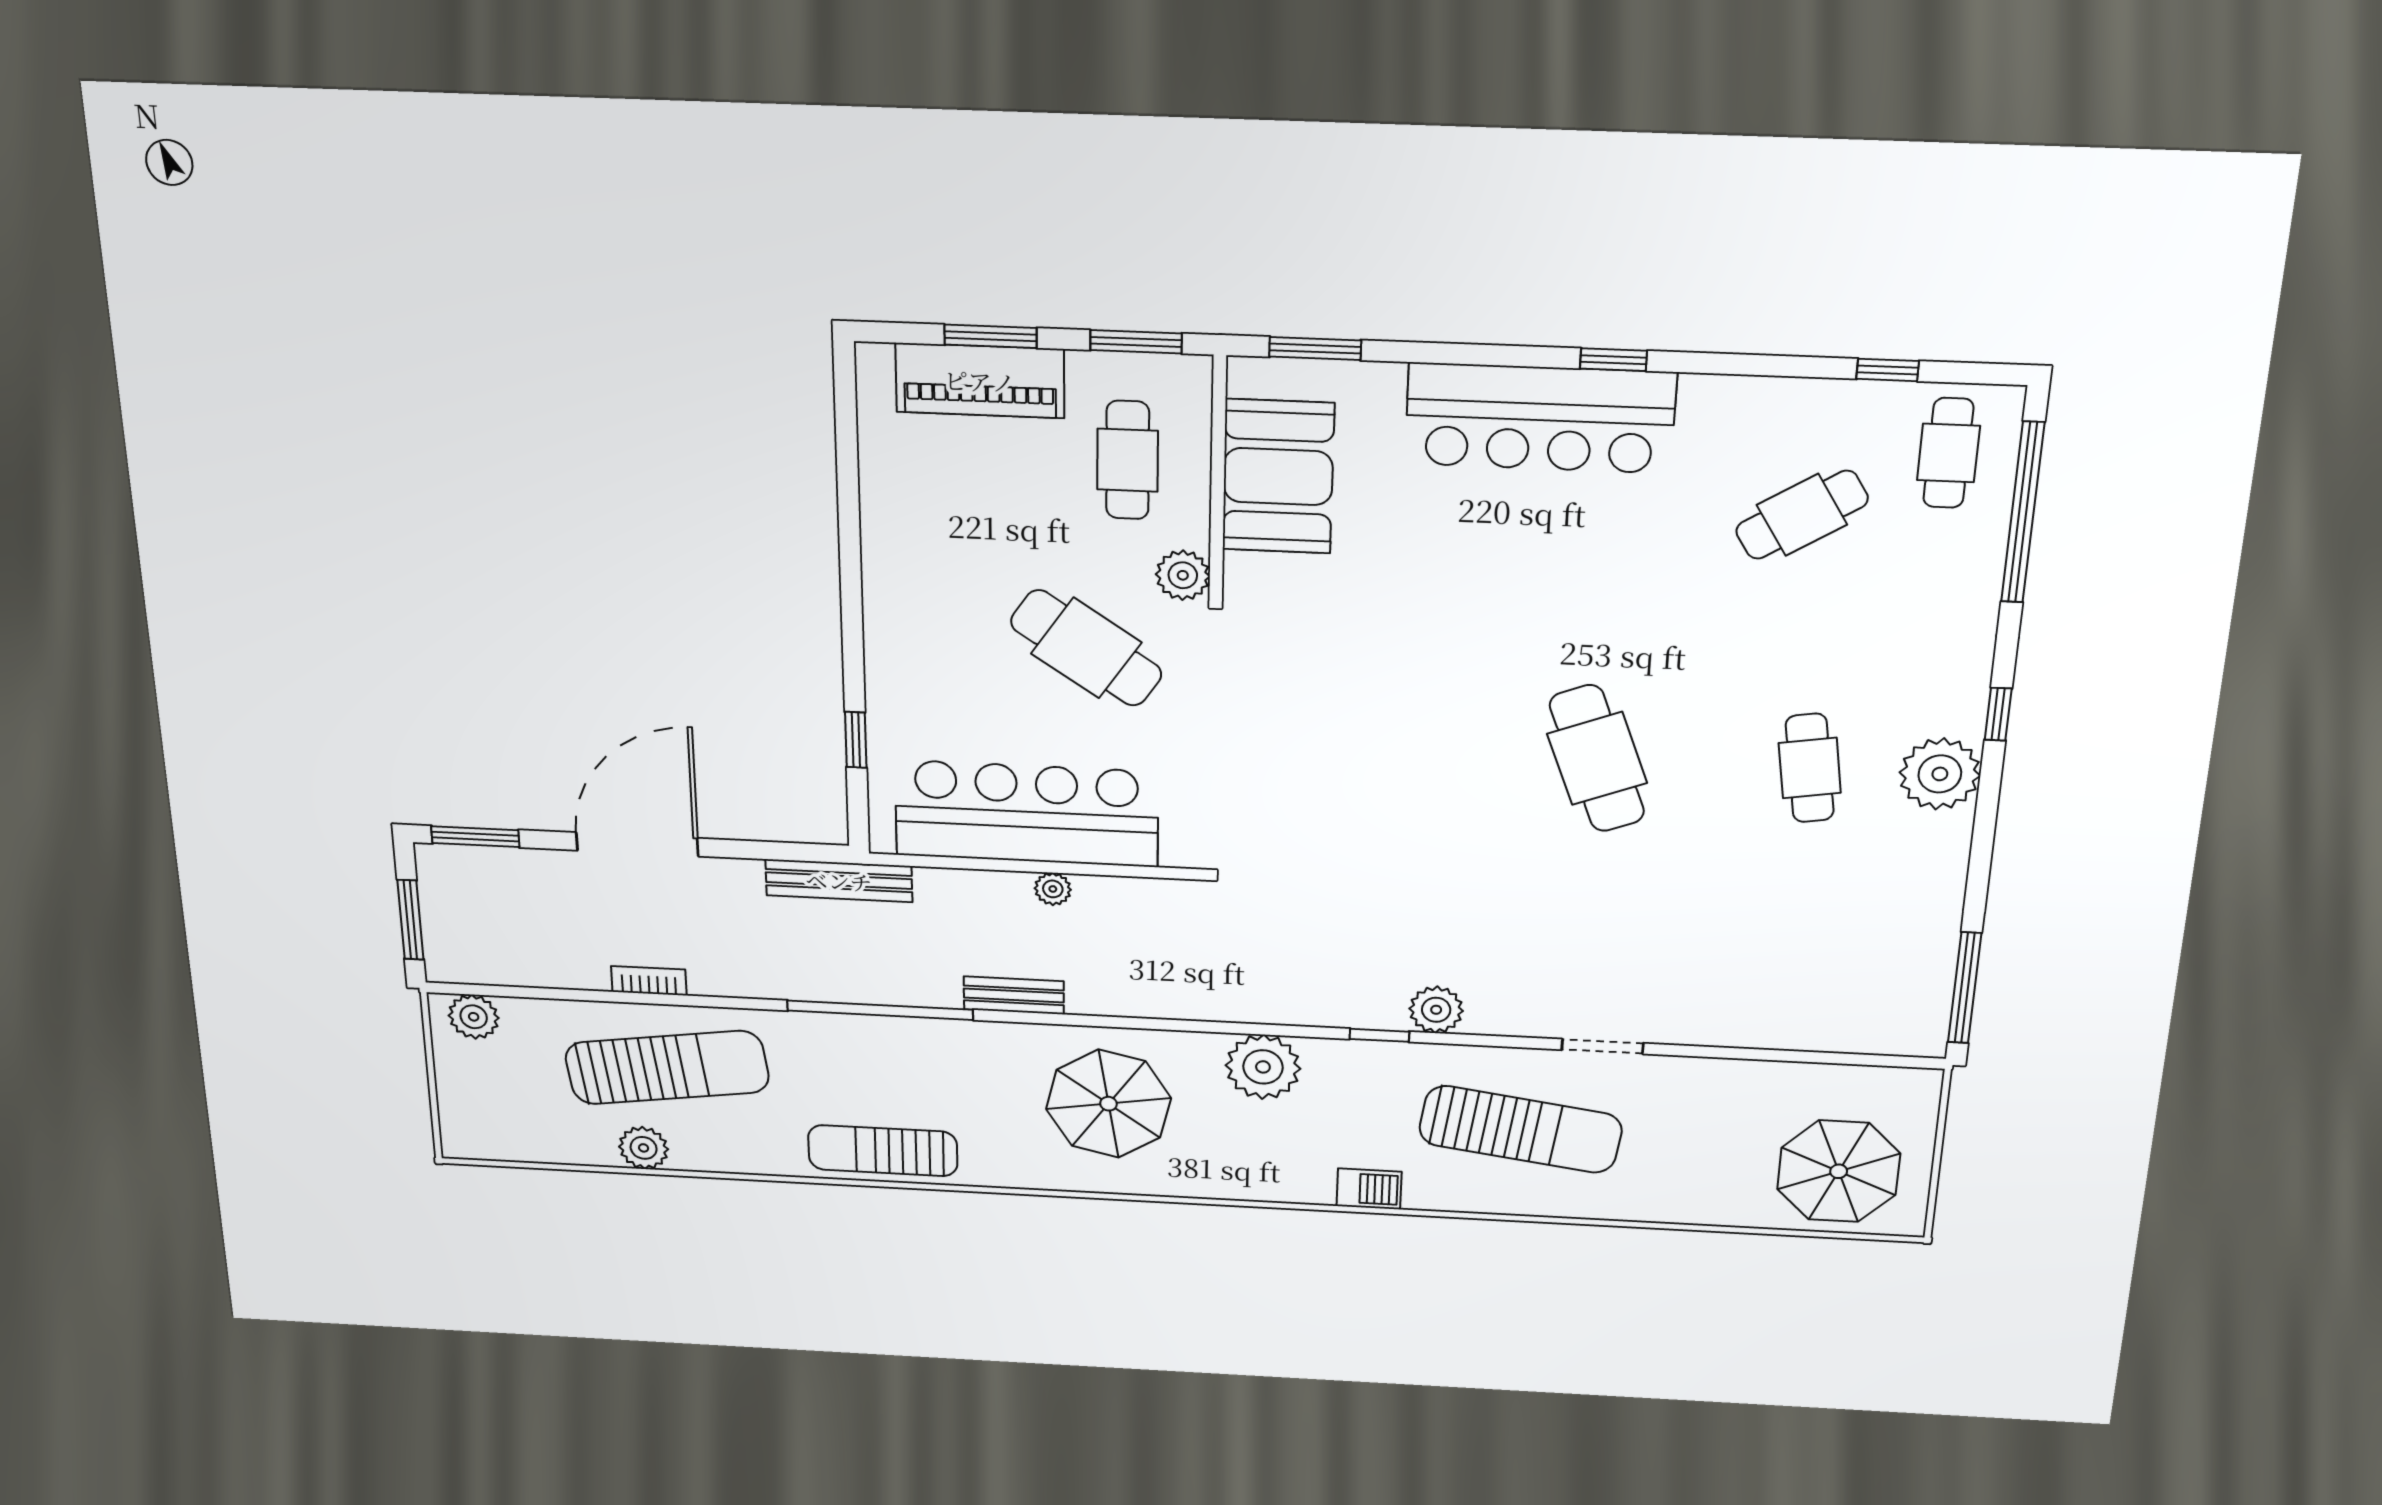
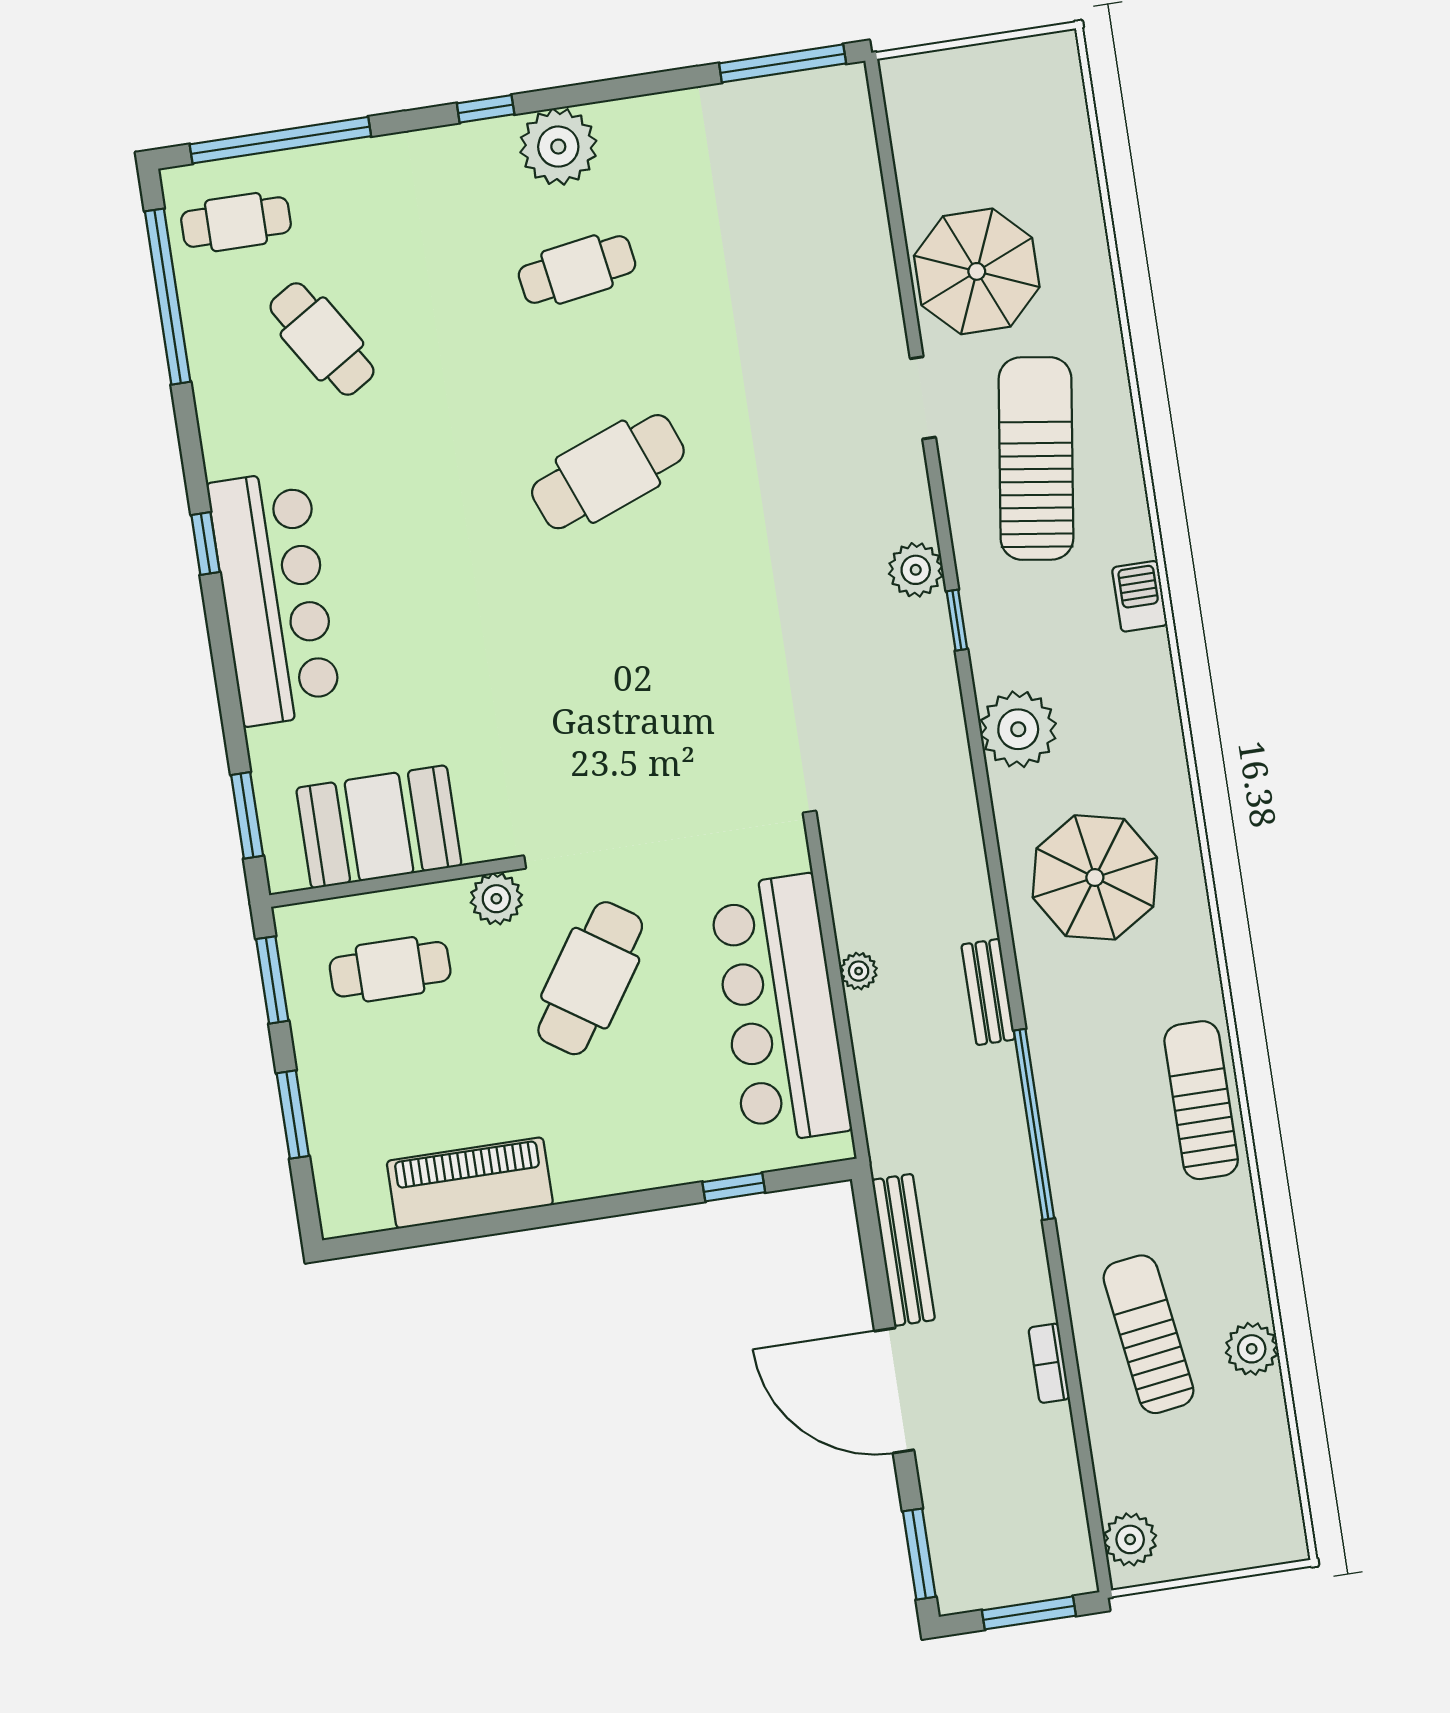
window: (1888, 370) -> (168, 297), width x3.17
piano: (980, 381) -> (470, 1183), moved, turned -90
bench: (839, 881) -> (903, 1250), moved
sun lounger: (667, 1068) -> (1148, 1334), width x0.73, depth x0.75
sun lounger: (883, 1151) -> (1201, 1100), turned 180
parasol: (1839, 1171) -> (977, 271), moved

